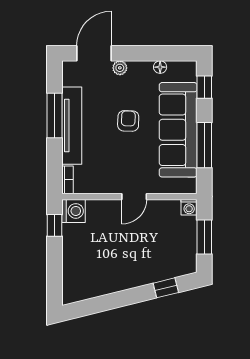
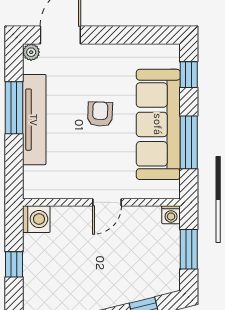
floor lamp: (160, 67) -> (137, 51), removed
plant: (120, 68) -> (31, 52), moved
bookcase: (67, 180) -> (29, 183), removed
window: (54, 225) -> (14, 264), moved

